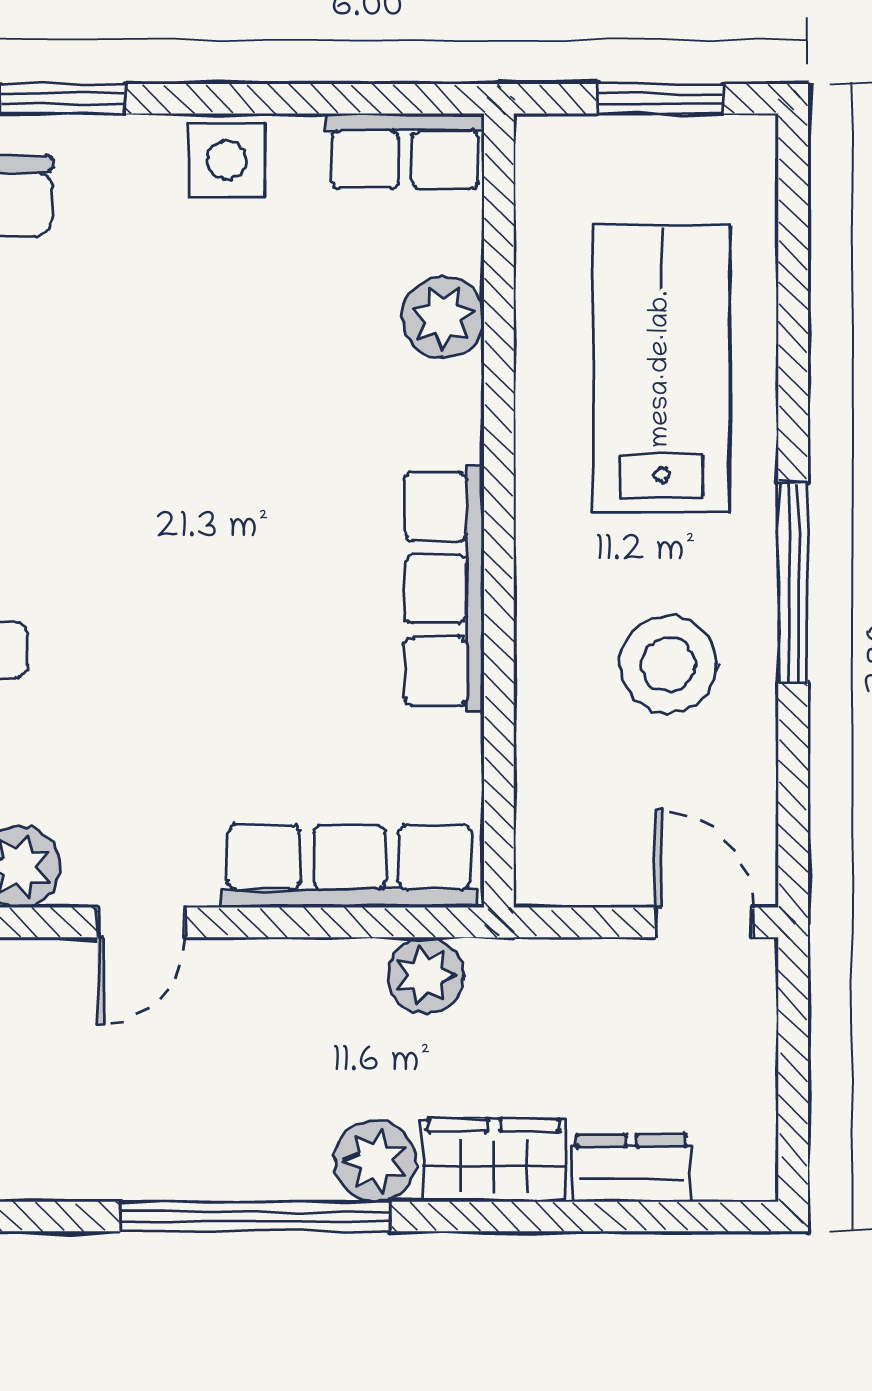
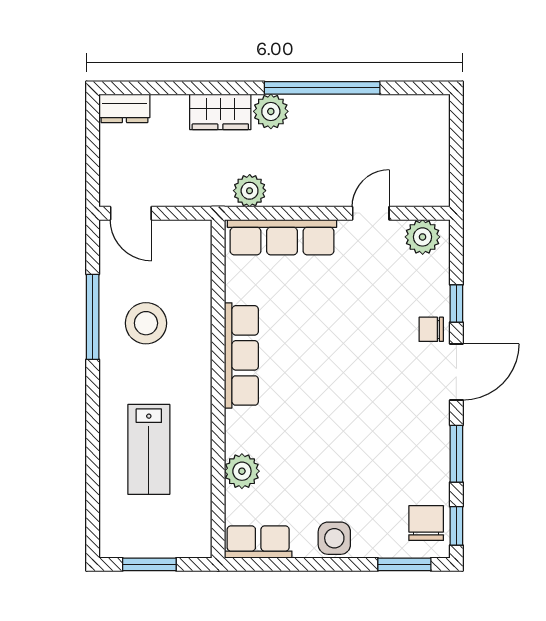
lab bench: (661, 369) -> (149, 449), width x0.73, depth x0.72
window: (793, 583) -> (93, 317), moved
dresser: (631, 1168) -> (124, 108), moved

